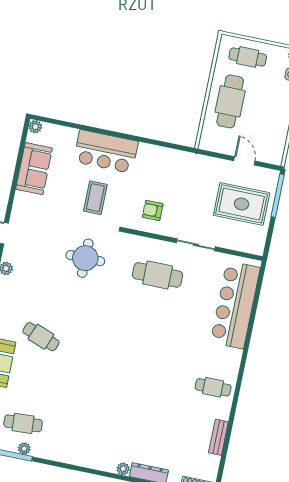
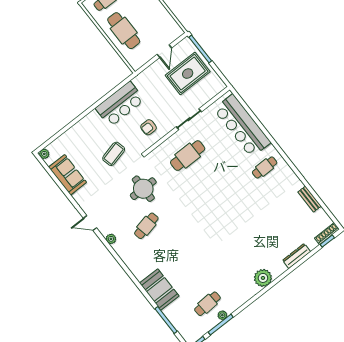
bar counter: (106, 152) -> (120, 104), moved
door: (244, 161) -> (164, 51), swing flipped
coffee table: (95, 198) -> (114, 154), turned 76
cafe table: (41, 337) -> (146, 226), moved, turned -33
cafe table: (213, 387) -> (265, 167), moved
plant: (123, 469) -> (263, 278), moved, width x1.87, depth x1.87

